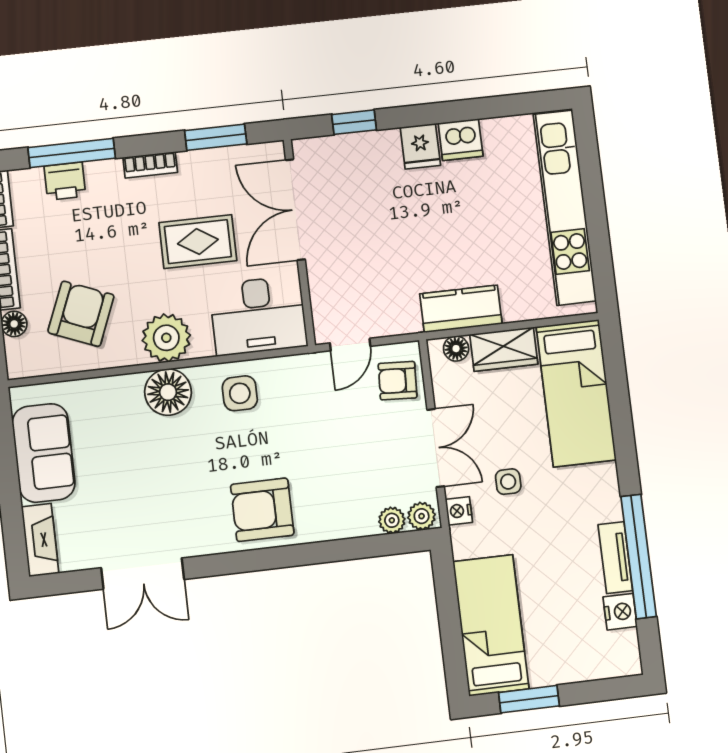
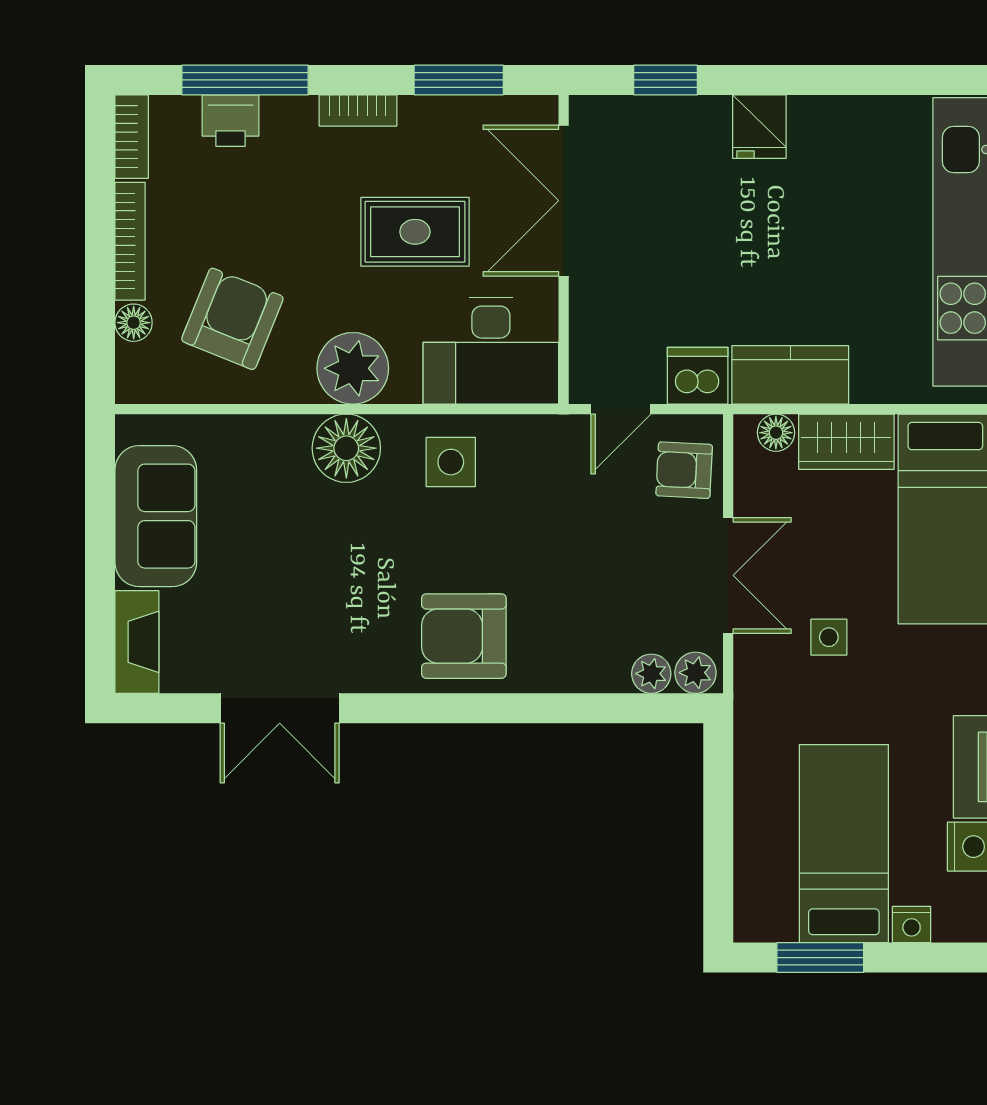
dishwasher: (461, 140) -> (698, 376), moved, turned 180
nightstand: (459, 511) -> (912, 925), moved, turned -90
bed: (491, 625) -> (844, 844), moved

